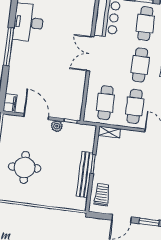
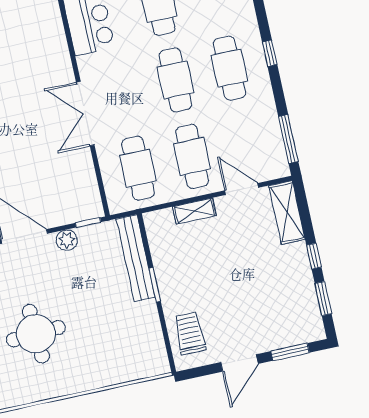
double door: (90, 54) -> (85, 114), moved
shelving: (109, 132) -> (194, 211), moved
bench: (85, 174) -> (136, 258), moved

